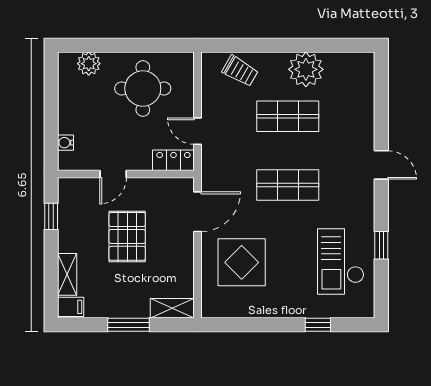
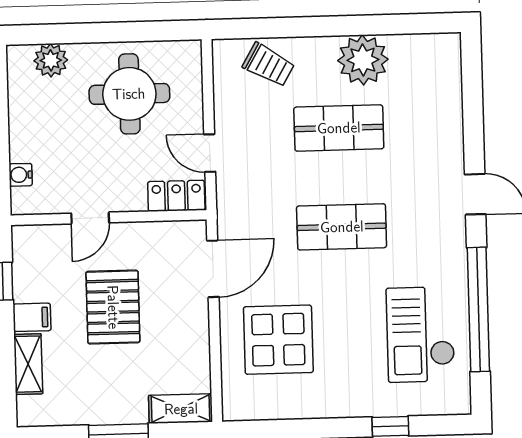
window: (381, 245) -> (478, 309), width x3.17
filing cabinet: (71, 307) -> (32, 317), moved

